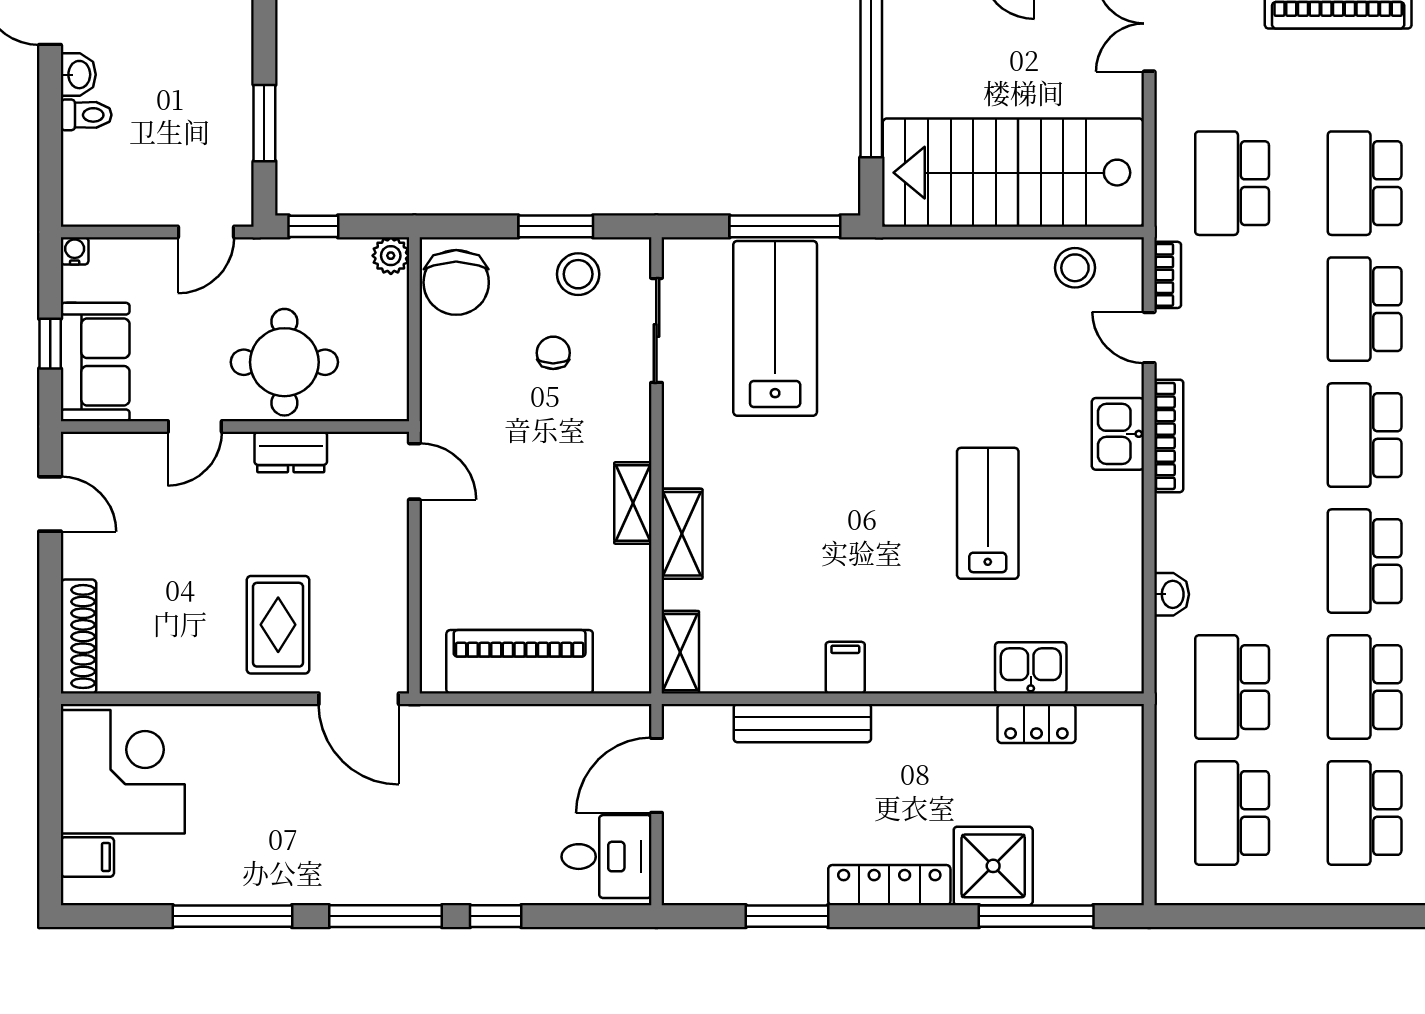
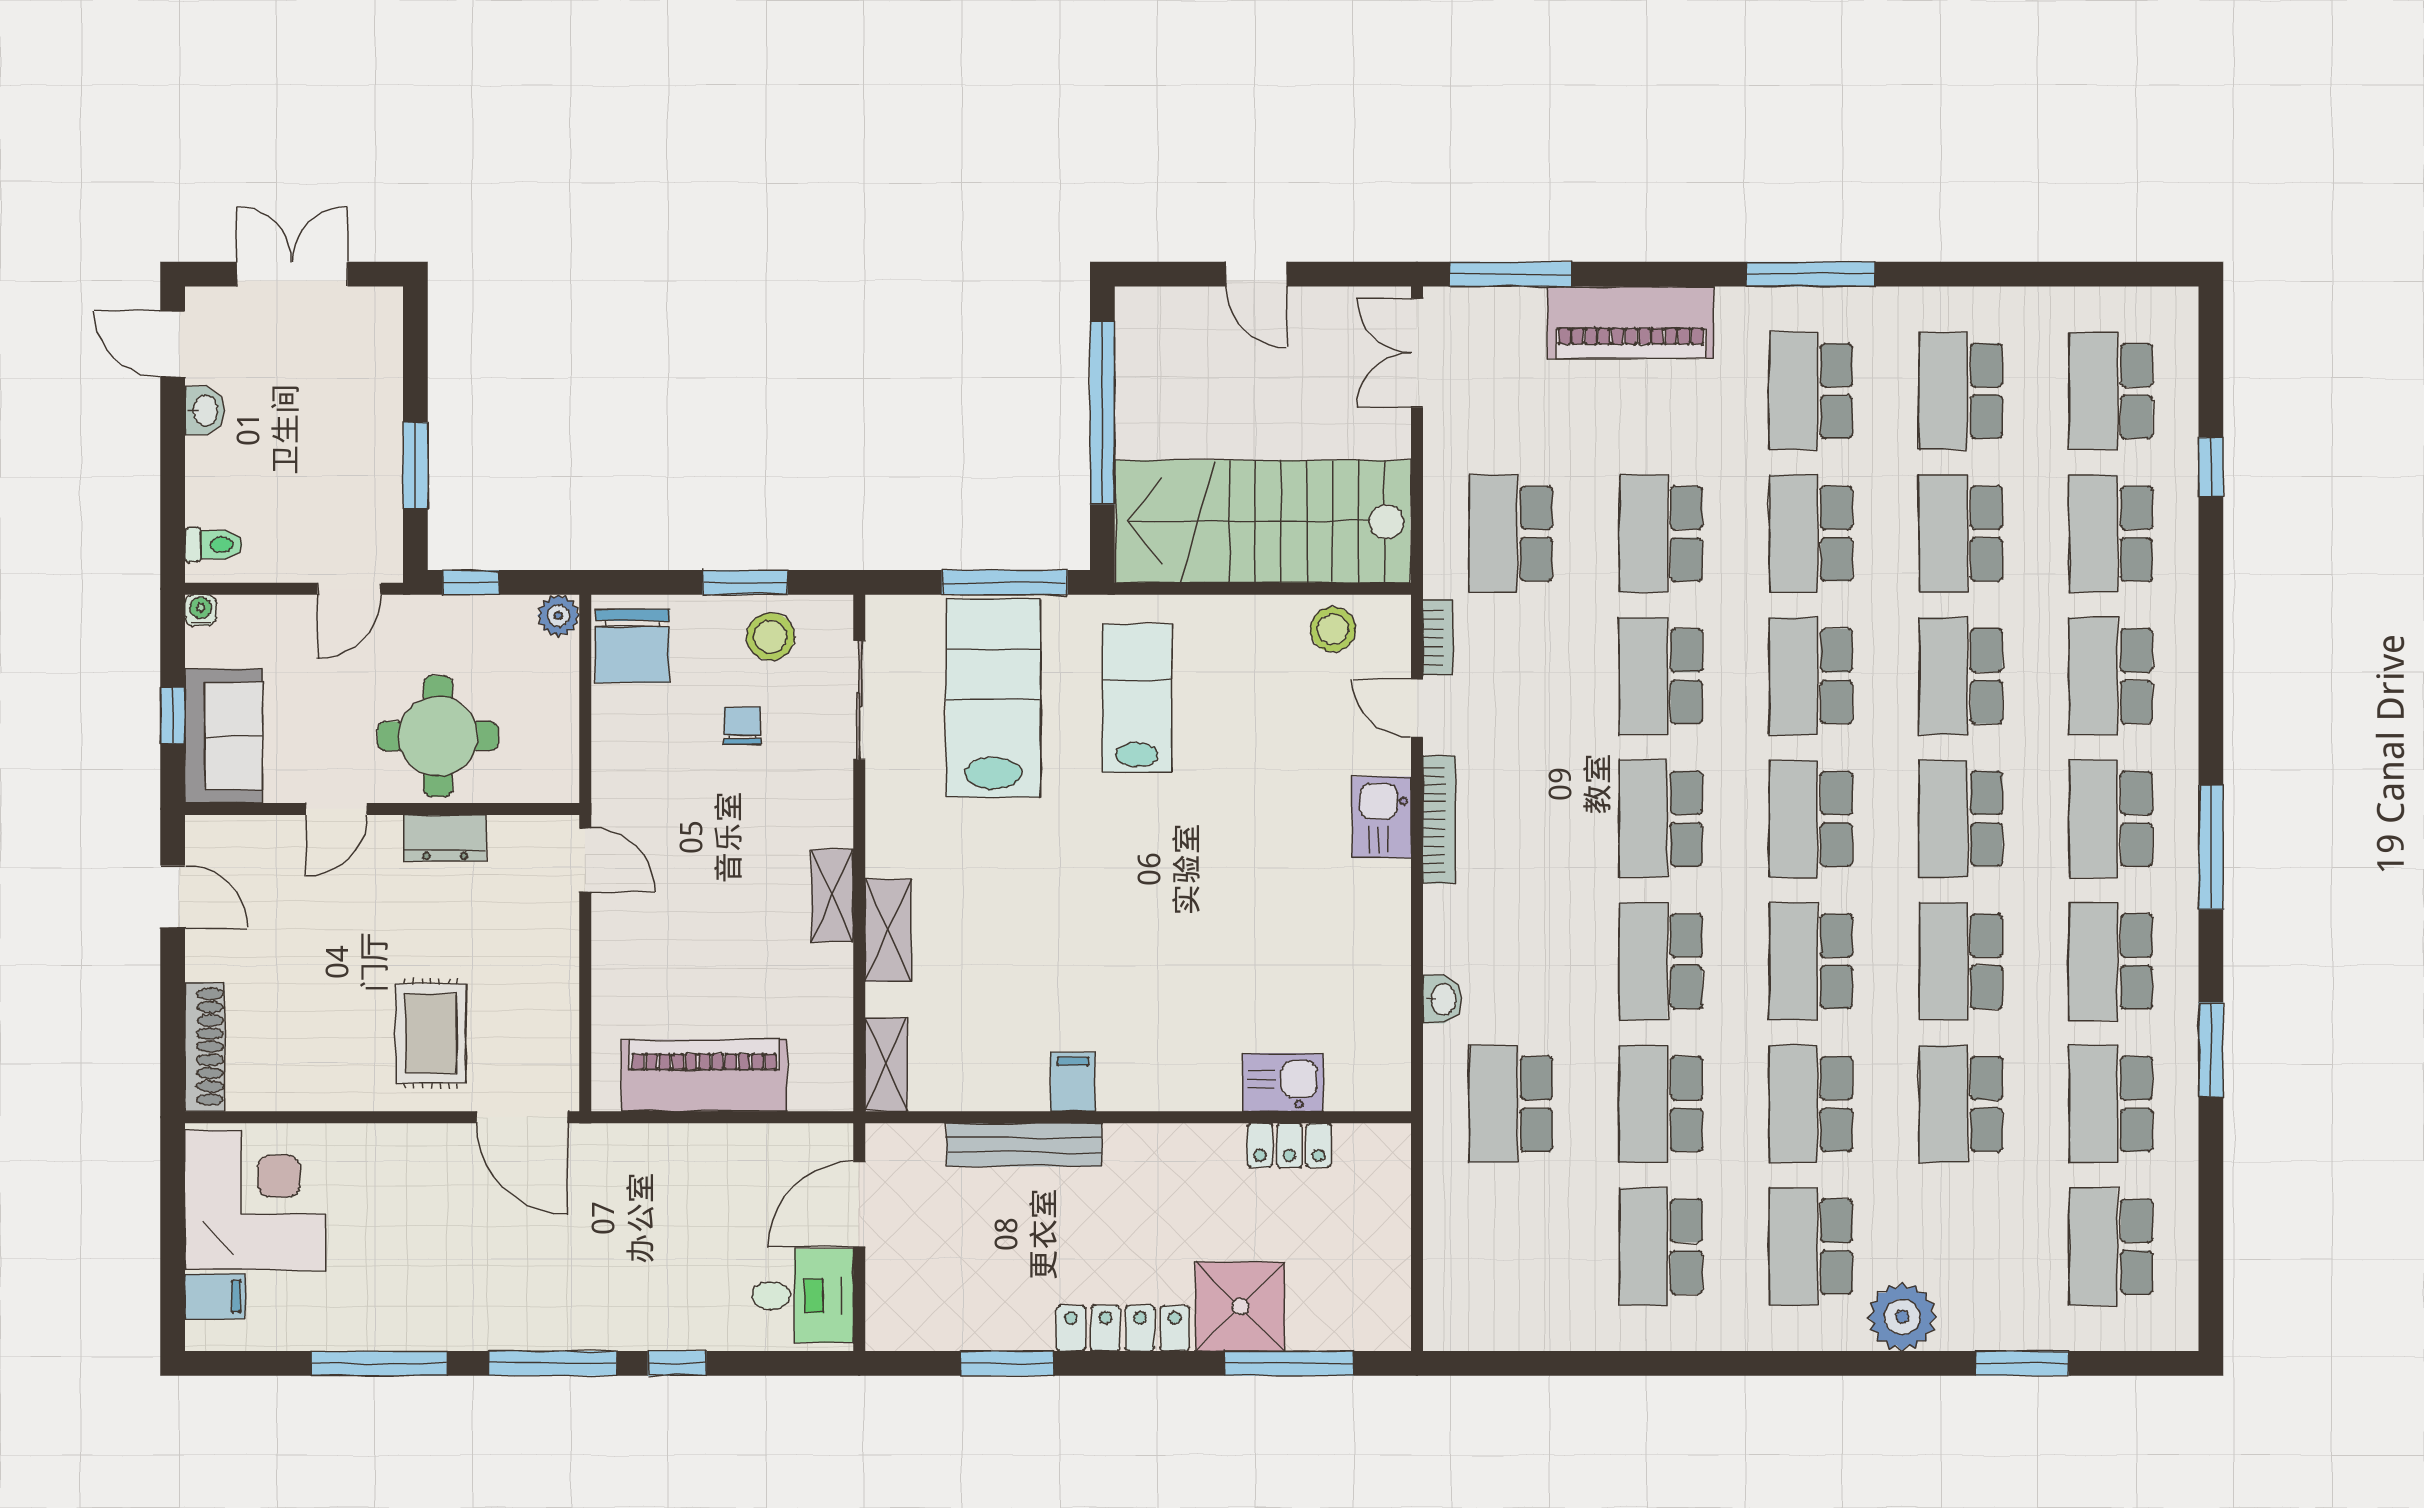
toilet: (86, 115) -> (214, 545), moved
lab bench: (988, 513) -> (1137, 698), moved
school desk: (1232, 813) -> (1511, 1247), removed

